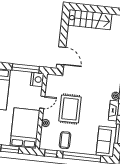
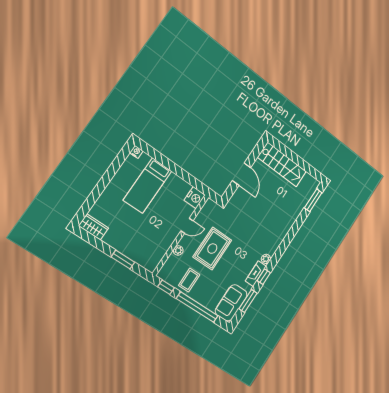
door: (61, 56) -> (242, 174), moved
window: (26, 68) -> (189, 179), removed
bed: (25, 128) -> (153, 245), removed

